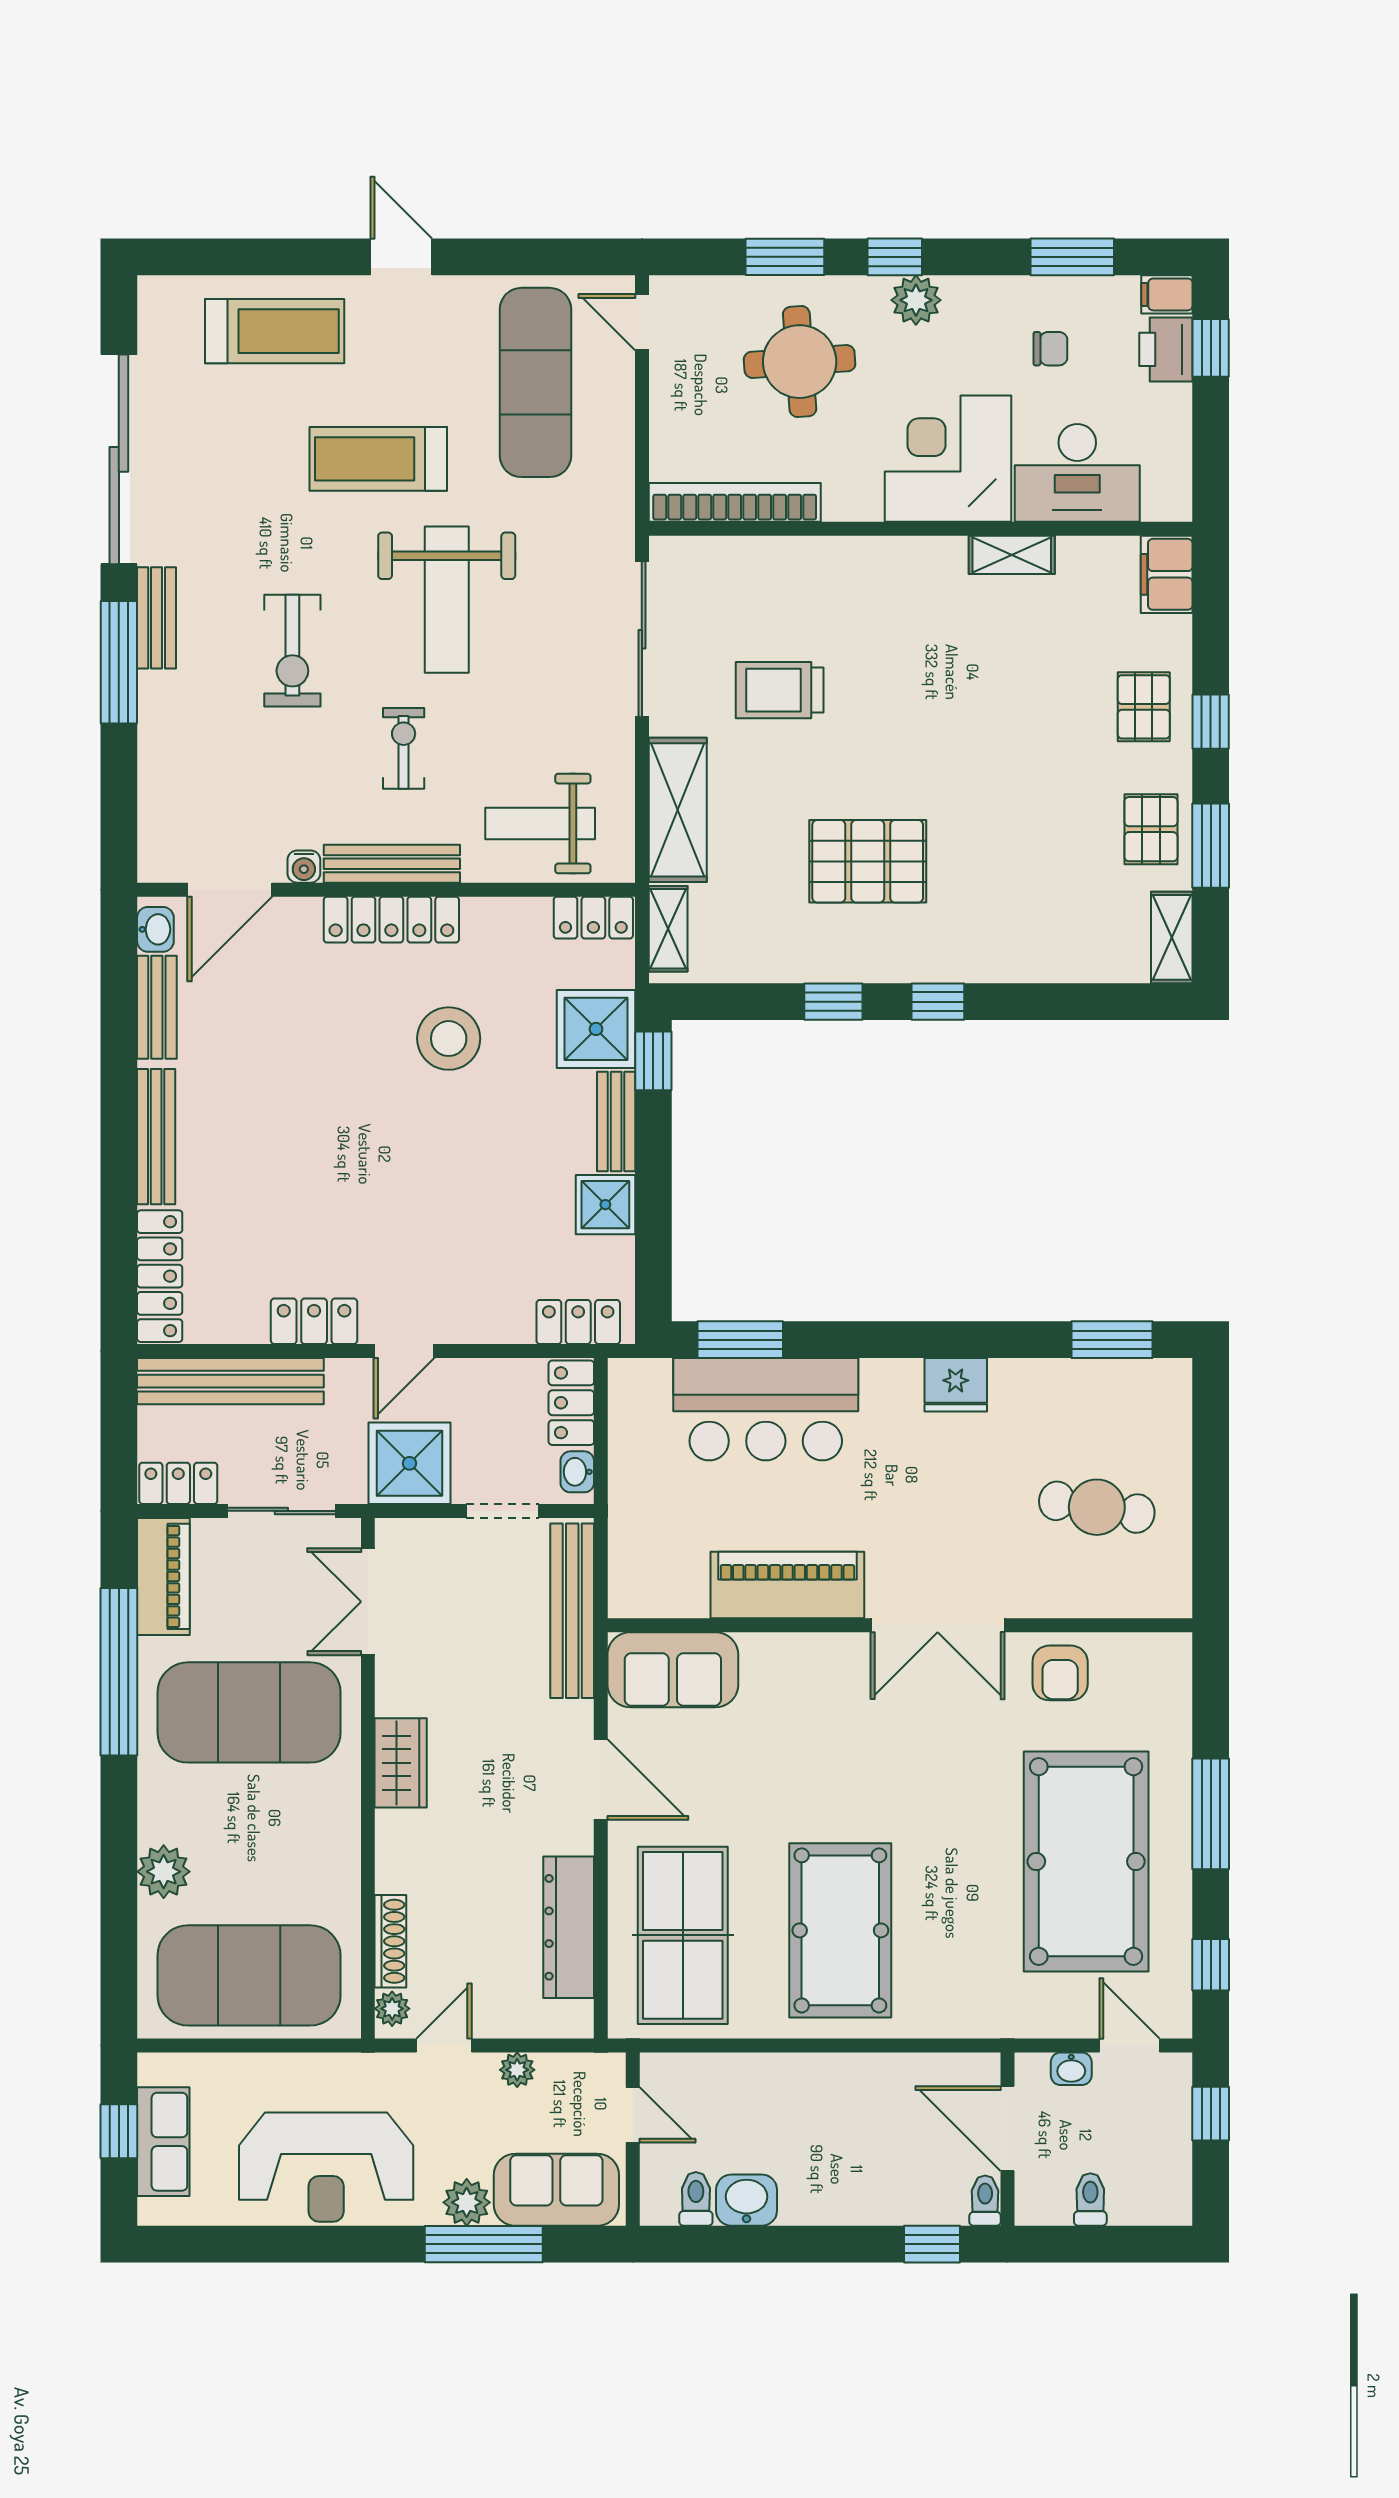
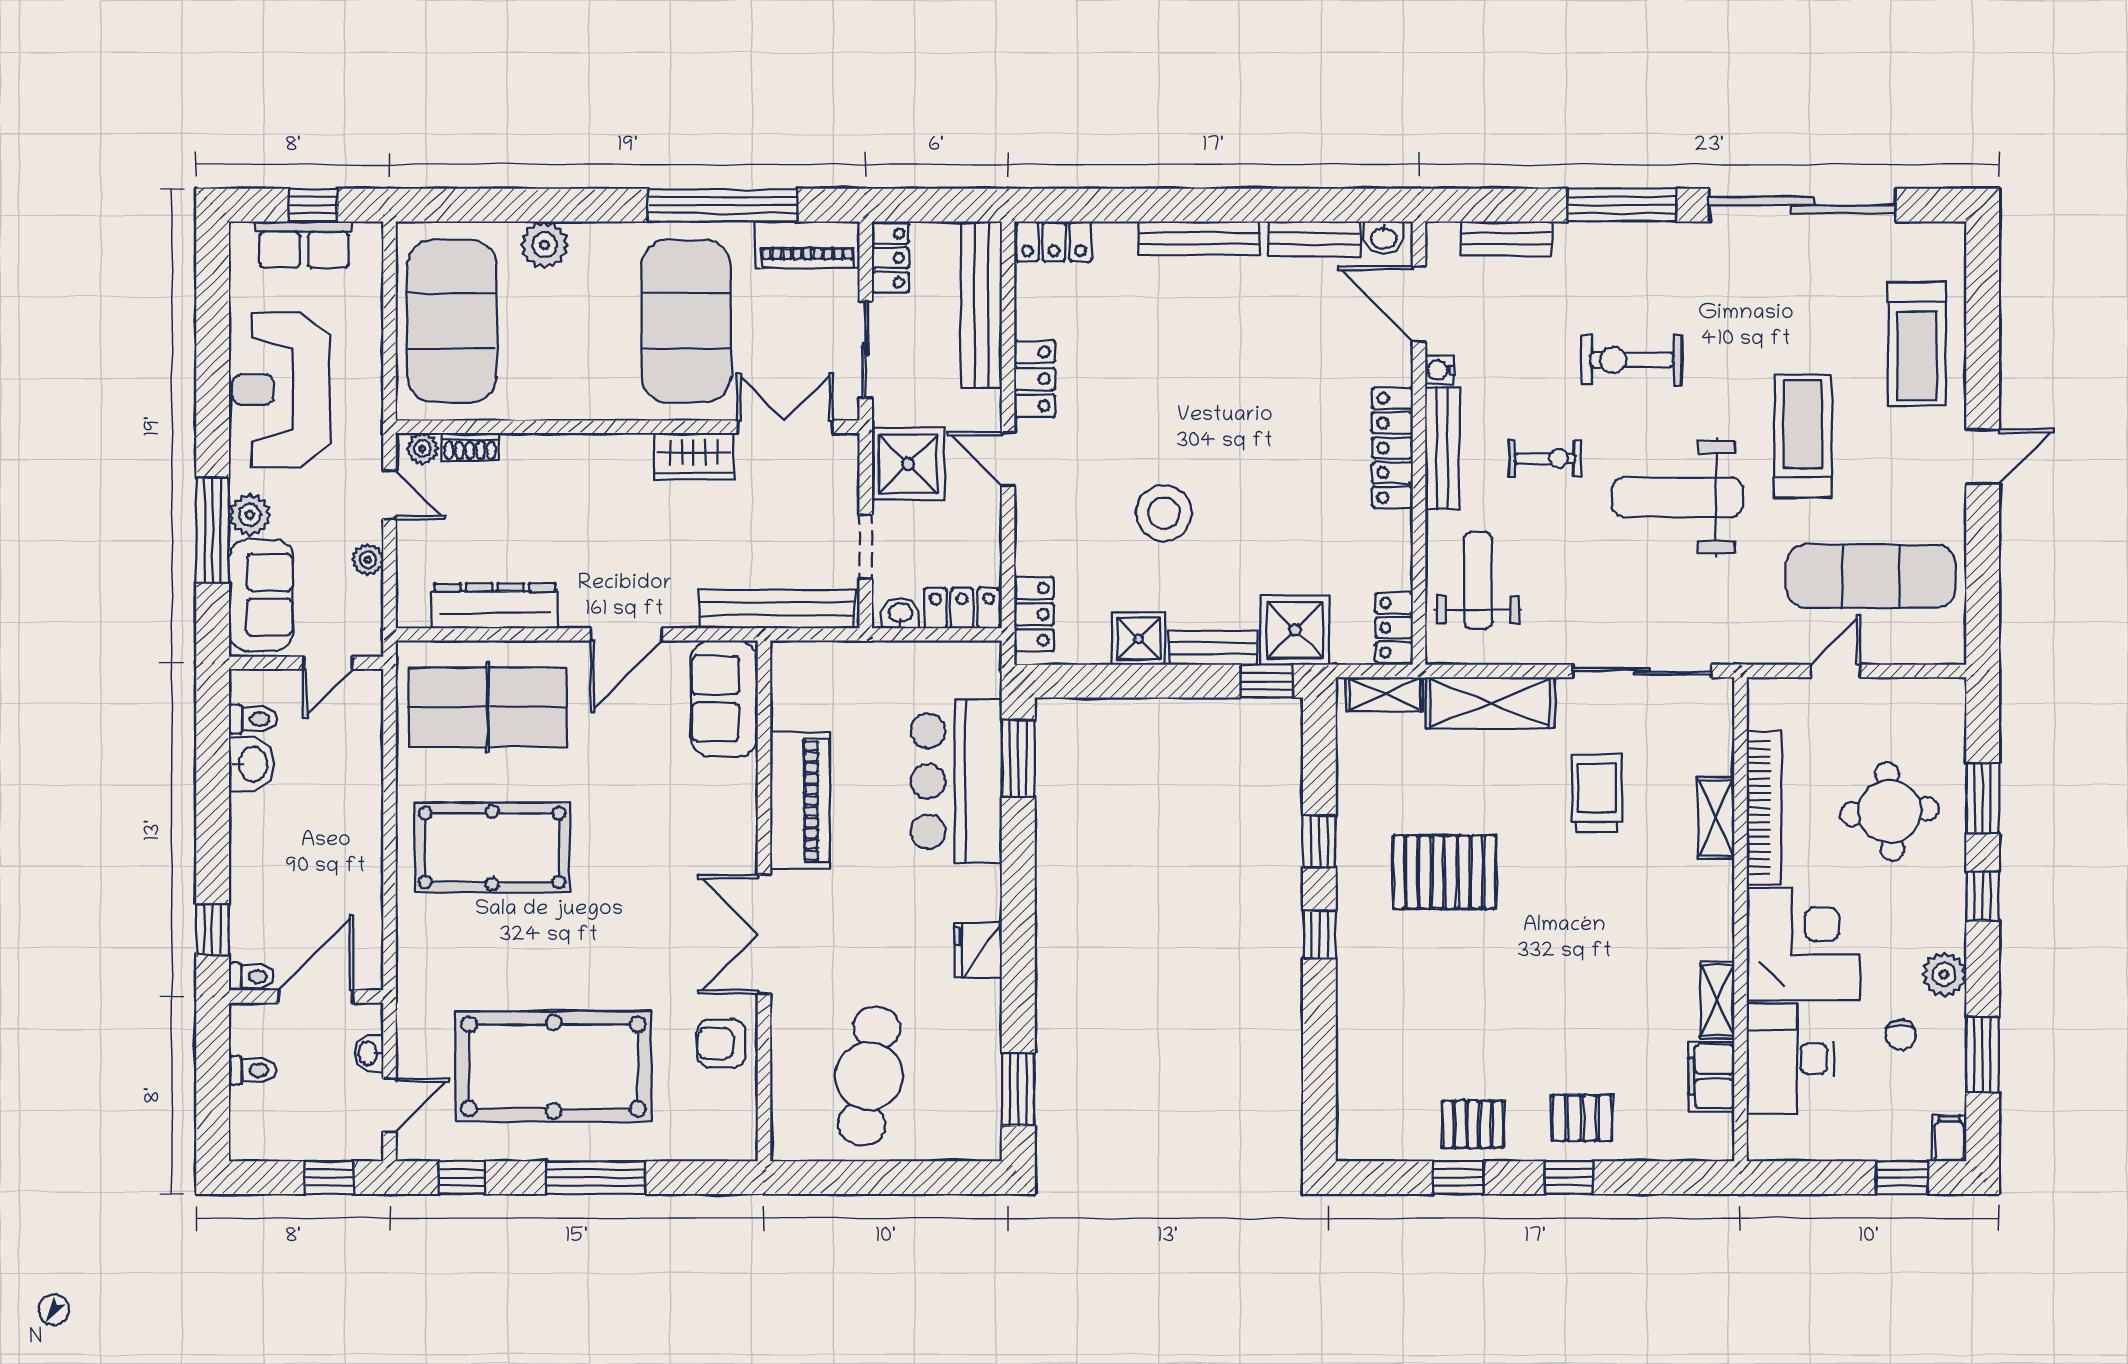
plant: (916, 300) -> (1944, 974), moved
door: (642, 322) -> (1836, 671), moved
printer: (1166, 349) -> (1900, 1138), removed
bookcase: (735, 502) -> (1764, 808), moved
filing cabinet: (1167, 574) -> (1711, 1076), moved, turned -90
bench: (157, 618) -> (1506, 239), moved
window: (1211, 846) -> (1458, 1178), width x0.67
pallet: (868, 861) -> (1444, 872), turned 90
shelving: (1172, 937) -> (1716, 818), moved, turned 90
stool: (449, 1039) -> (1164, 513), moved
locker: (160, 1276) -> (1054, 241), width x0.66
cafe table: (1097, 1507) -> (869, 1076), width x1.37, depth x1.35
wardrobe: (401, 1763) -> (694, 456), moved
shoe rack: (390, 1941) -> (470, 447), width x0.70

